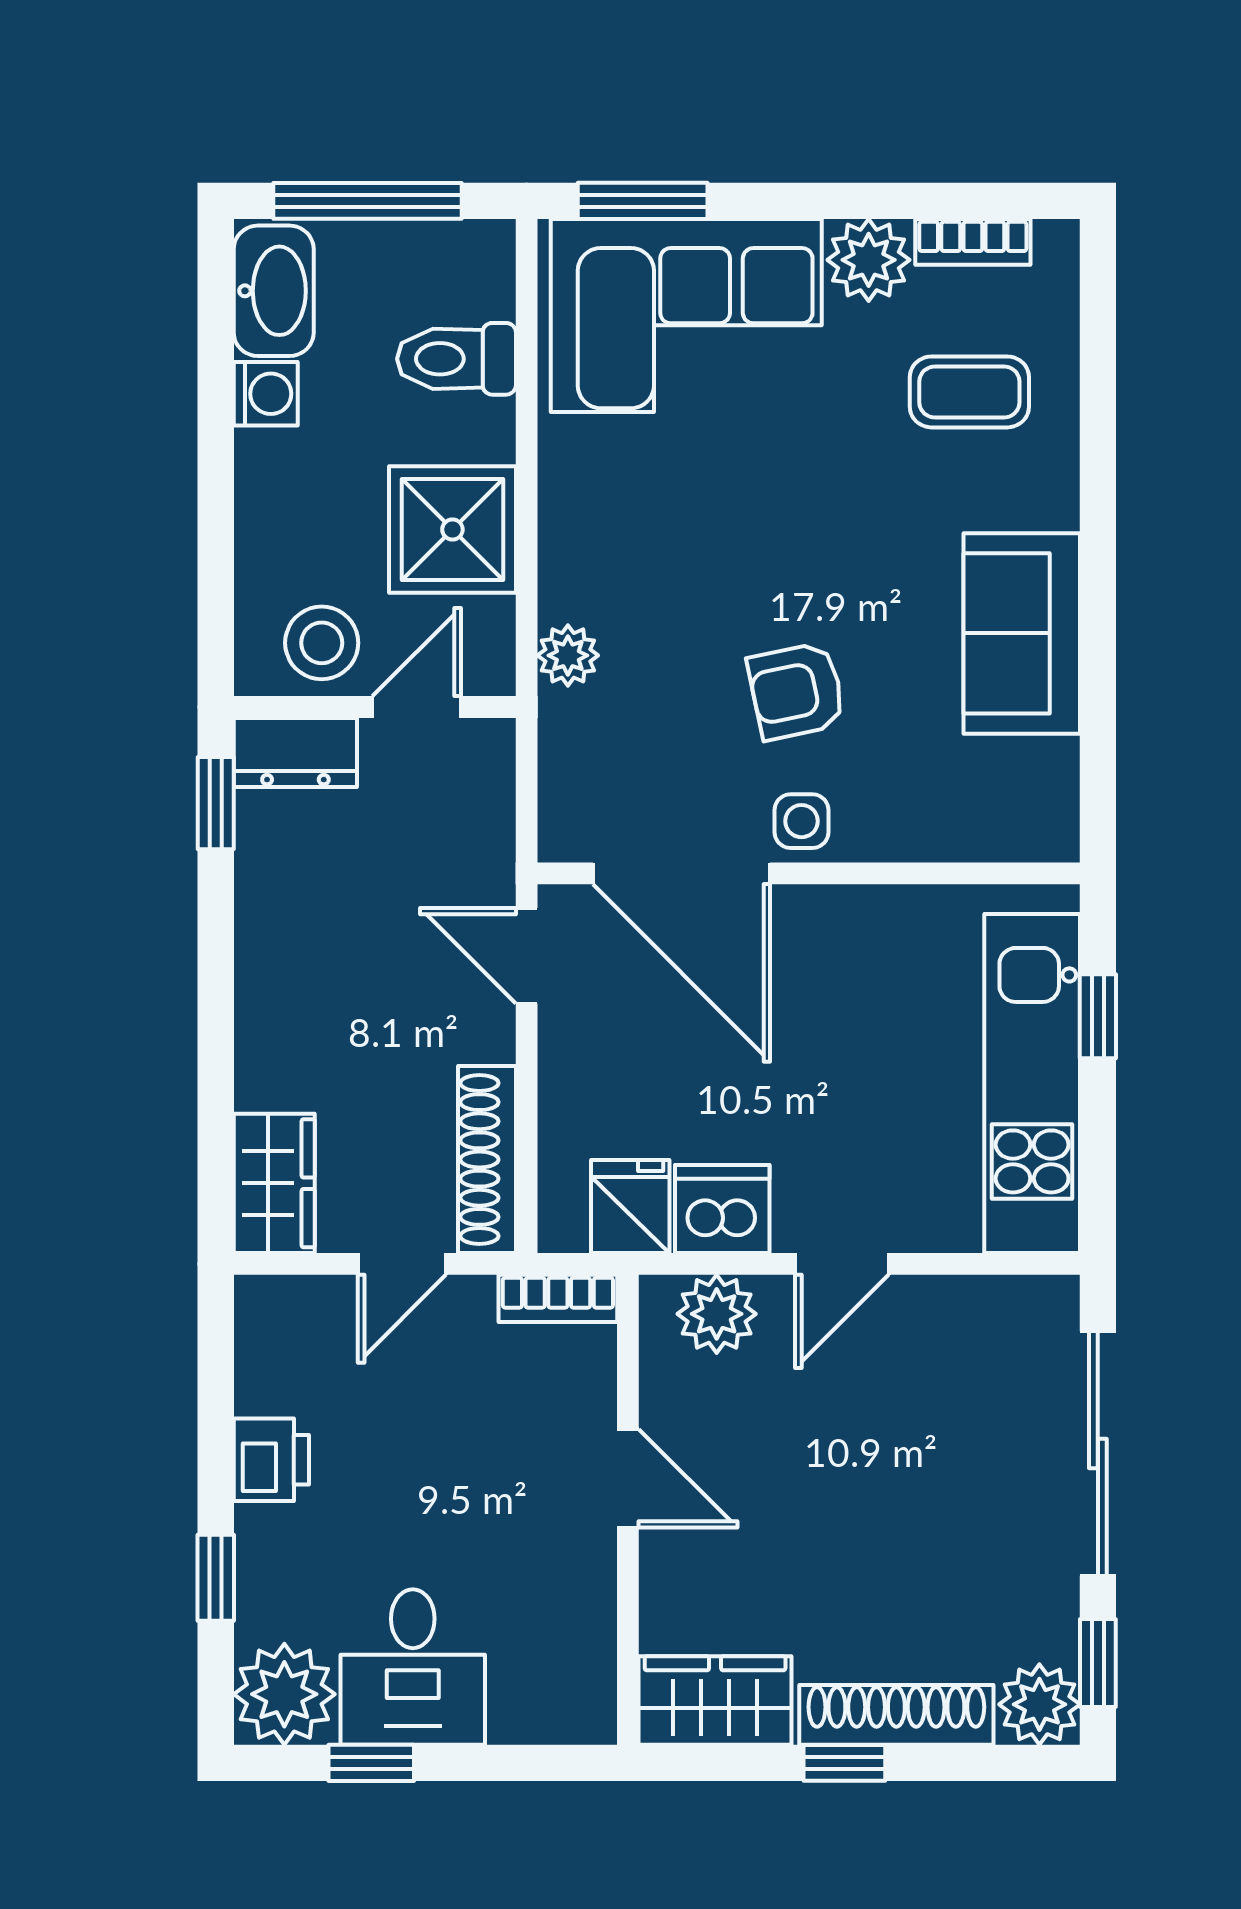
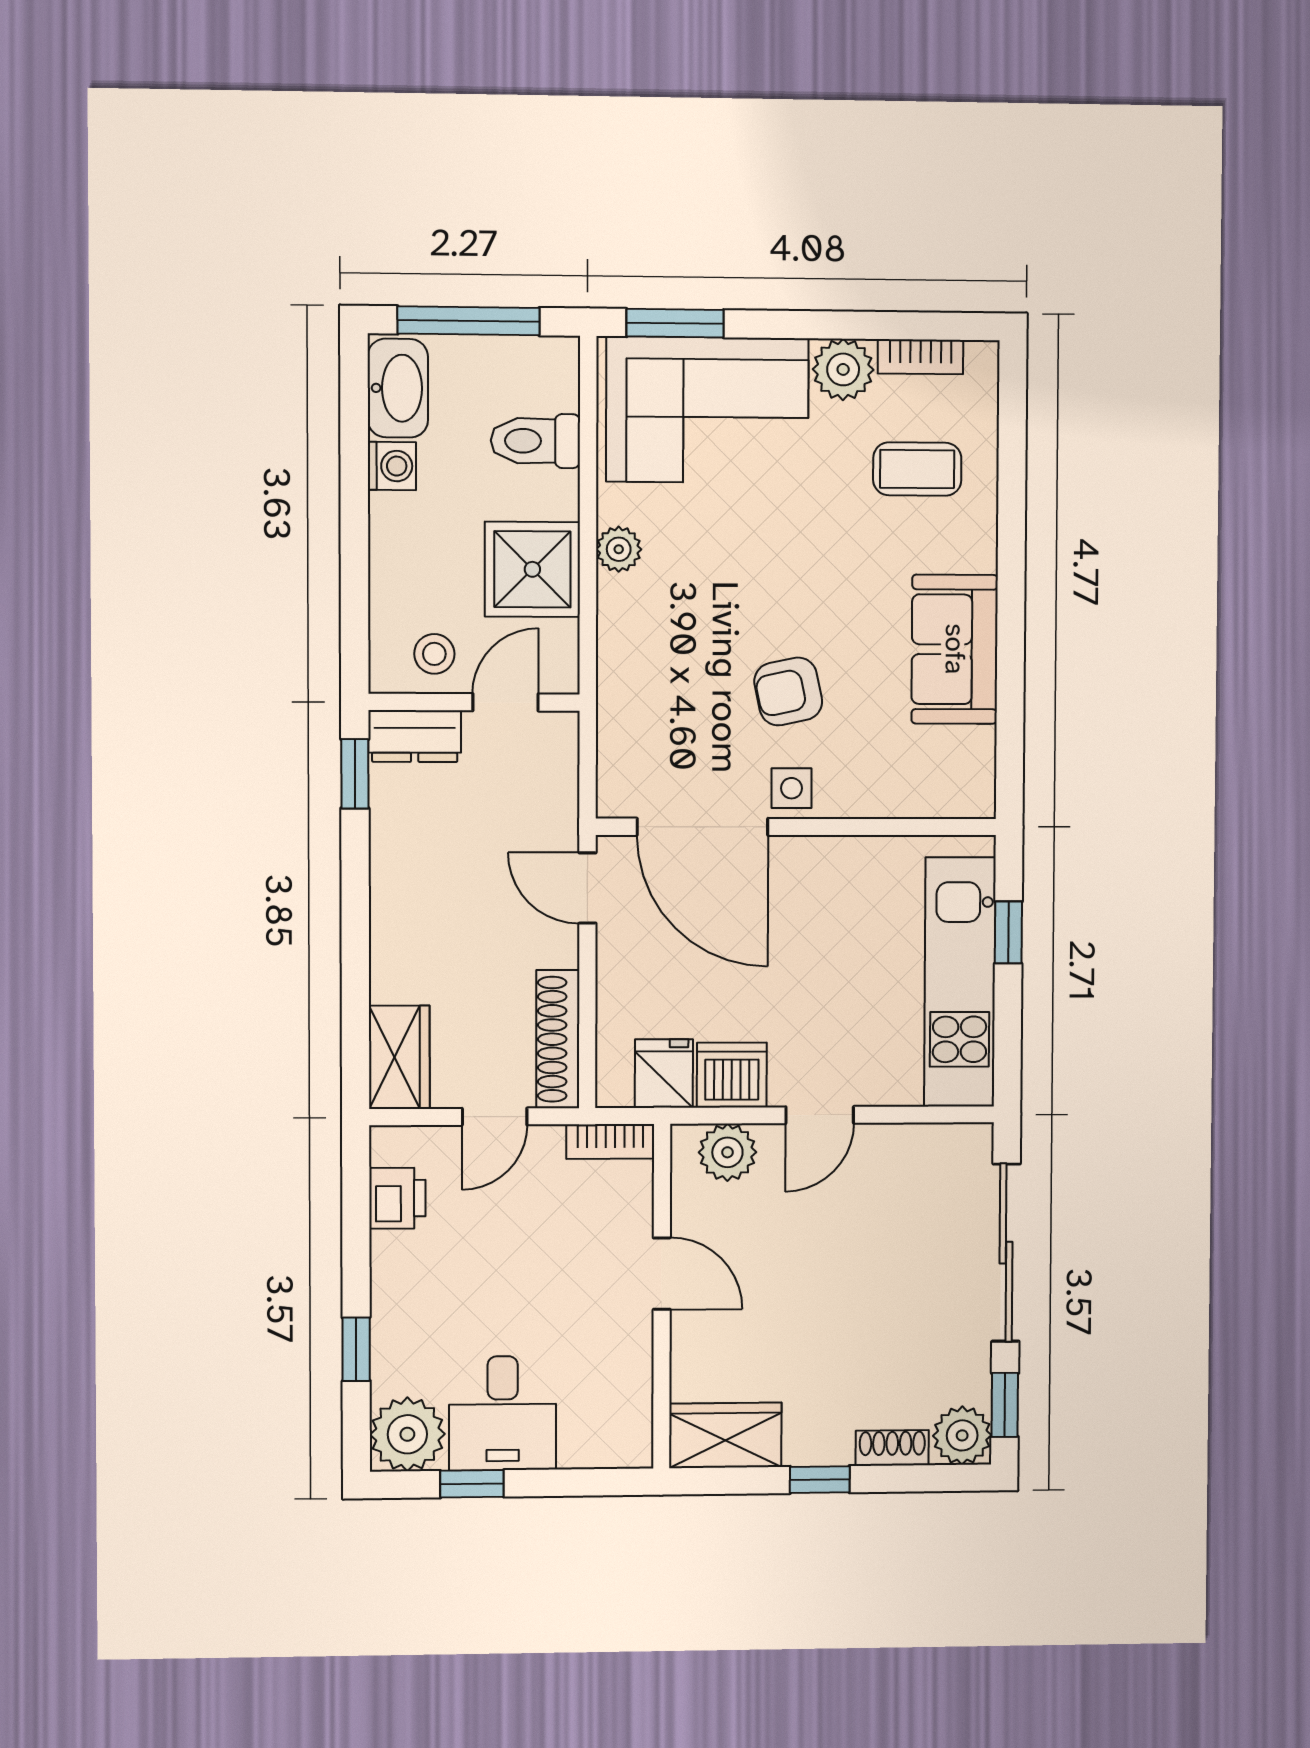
stool: (322, 643) -> (434, 654), width x0.73, depth x0.73
plant: (568, 655) -> (619, 549), moved
printer: (271, 1460) -> (397, 1198), moved
shoe rack: (896, 1715) -> (892, 1448), width x0.51, depth x0.81

